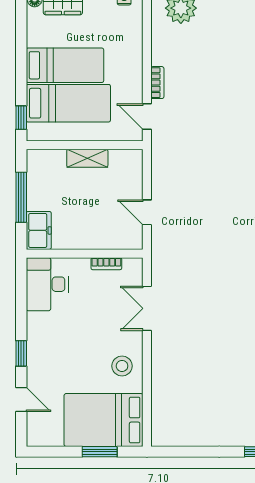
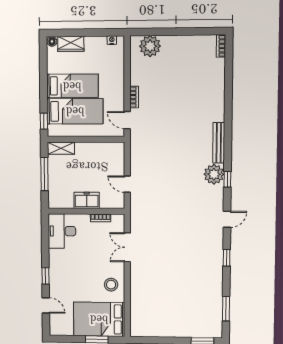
shelving: (87, 158) -> (61, 148), moved
freezer: (39, 230) -> (87, 200), moved, turned -90

